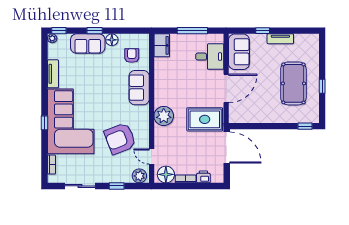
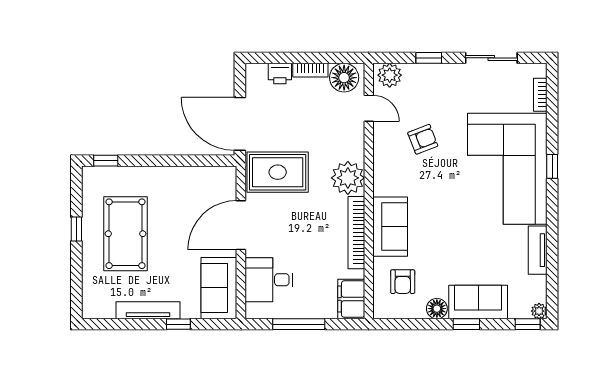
tv unit: (280, 39) -> (148, 310), width x1.41
bookcase: (159, 84) -> (356, 233), added
armchair: (120, 139) -> (423, 139), width x0.53, depth x0.53

